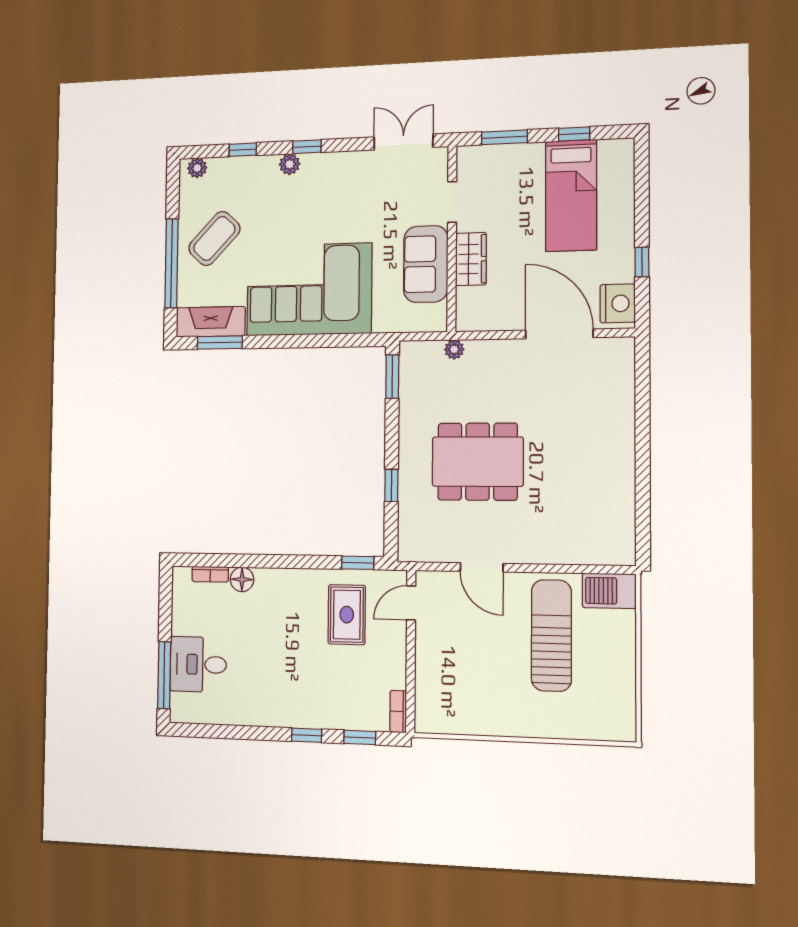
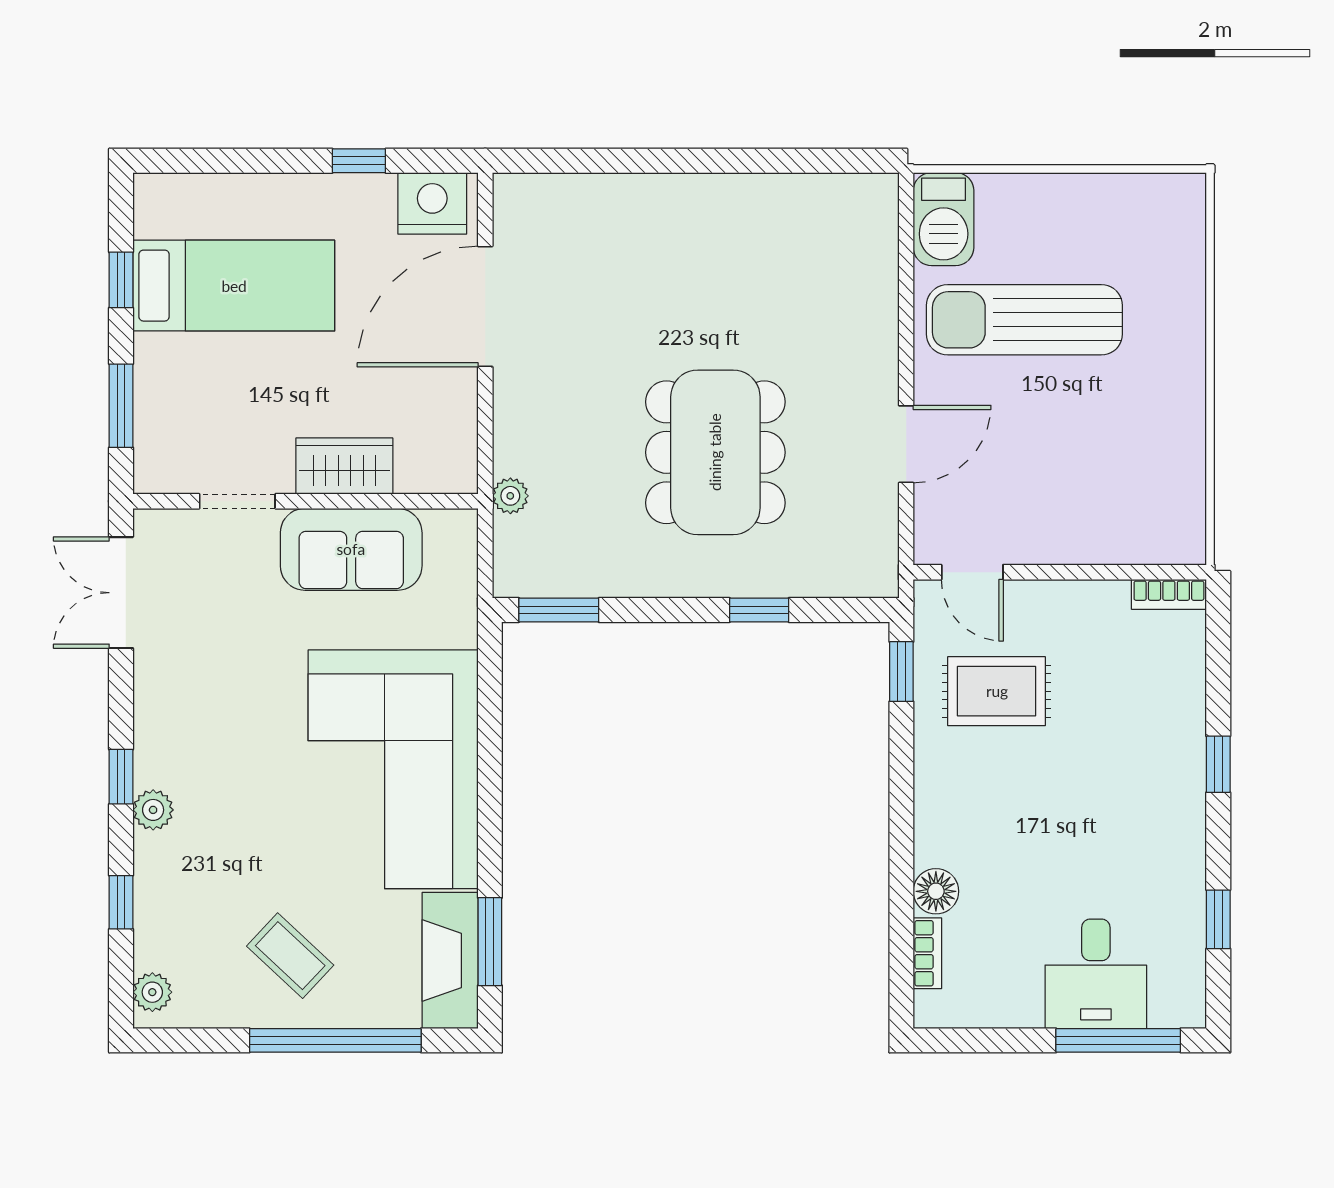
coffee table: (214, 238) -> (290, 956), width x0.73, depth x0.77
window: (360, 737) -> (1218, 919), moved

